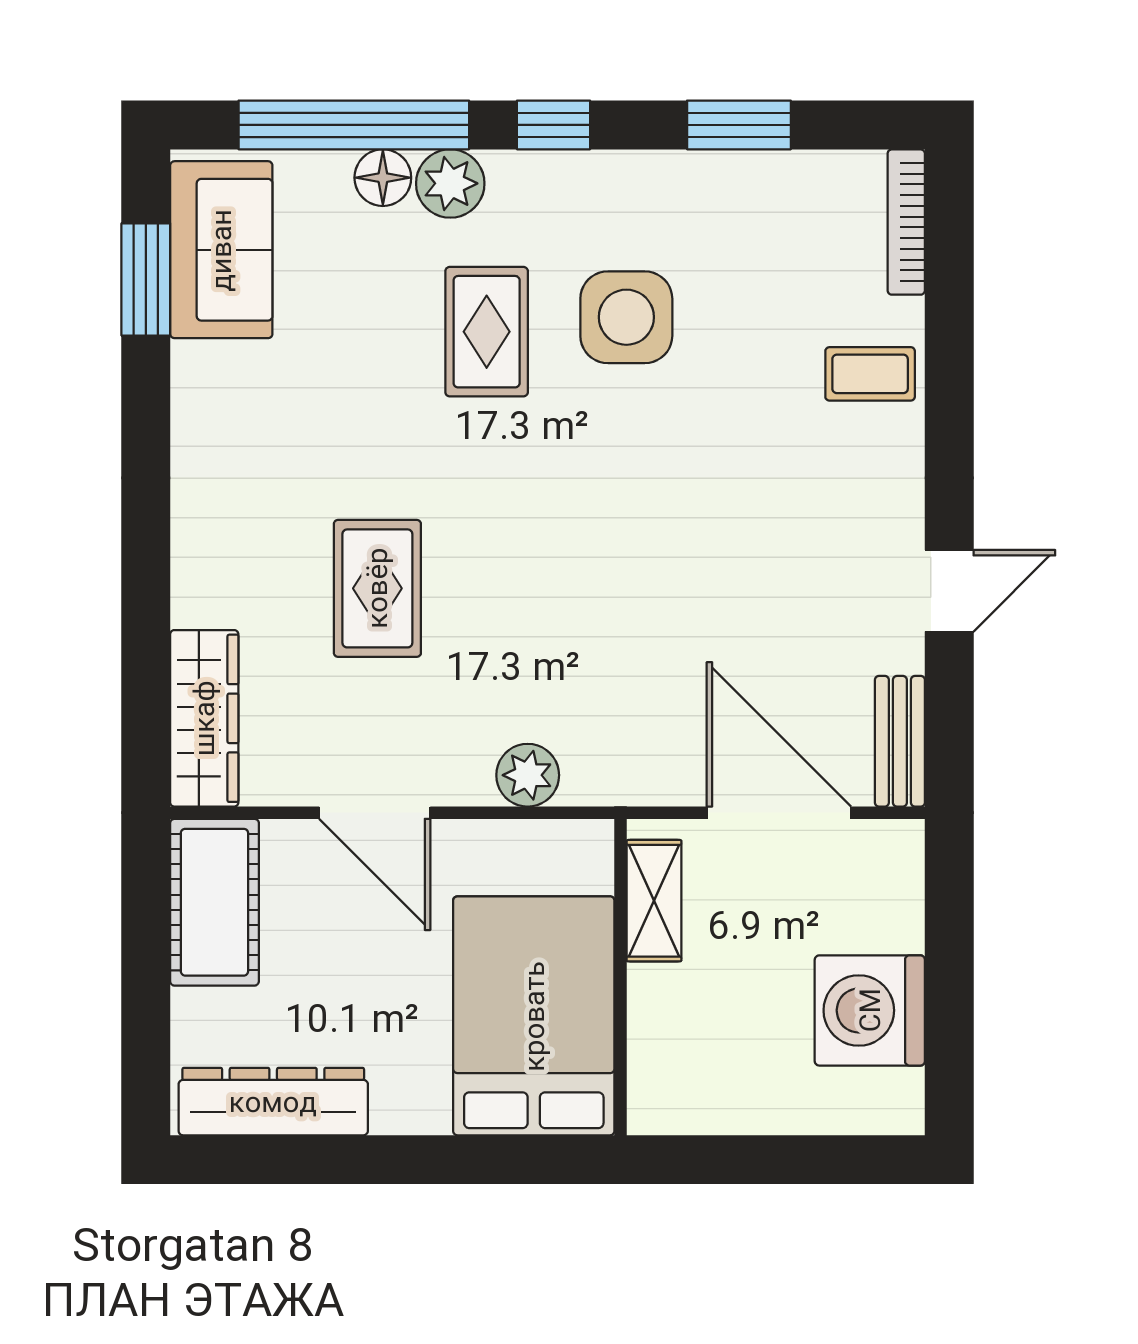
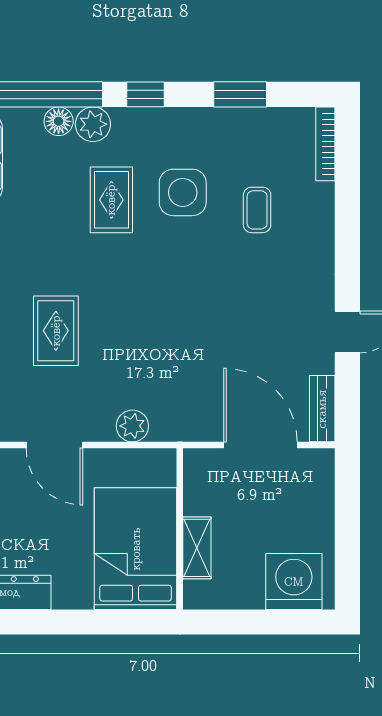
coffee table: (870, 374) -> (257, 210), moved, turned 90
shelving: (654, 901) -> (197, 548), moved
washing machine: (870, 1010) -> (294, 582), moved, turned 90

